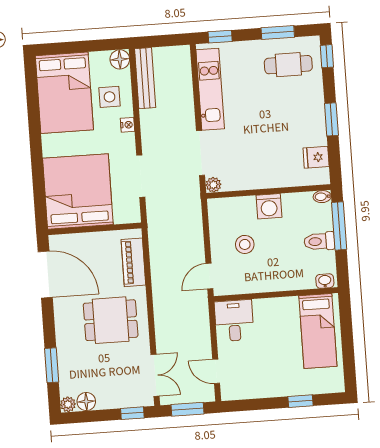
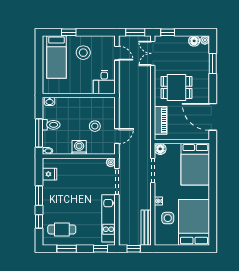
window: (164, 41) -> (134, 249), added
window: (327, 56) -> (39, 221), moved
floor lamp: (120, 59) -> (160, 149), moved
bed: (78, 191) -> (195, 164), width x0.73
door: (209, 276) -> (117, 136), moved
bed: (318, 331) -> (56, 57), moved, turned 180
stool: (273, 368) -> (83, 53), added

